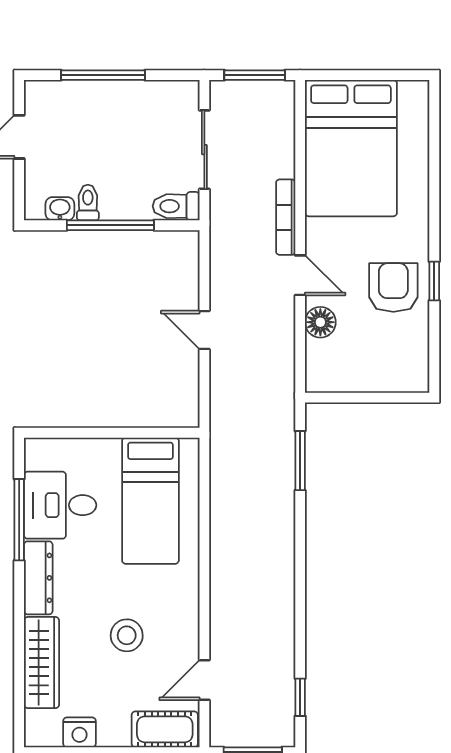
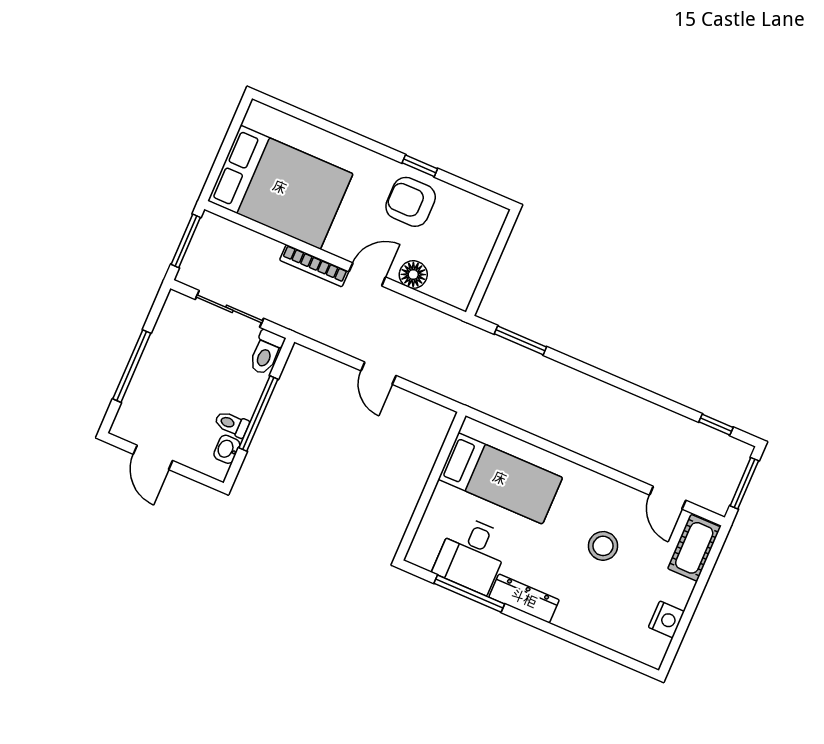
door: (204, 330) -> (378, 373), hinge flipped
wardrobe: (42, 663) -> (595, 626), removed

